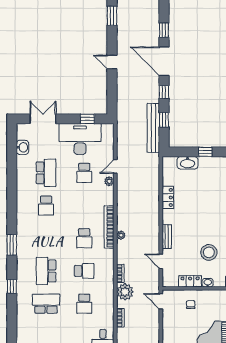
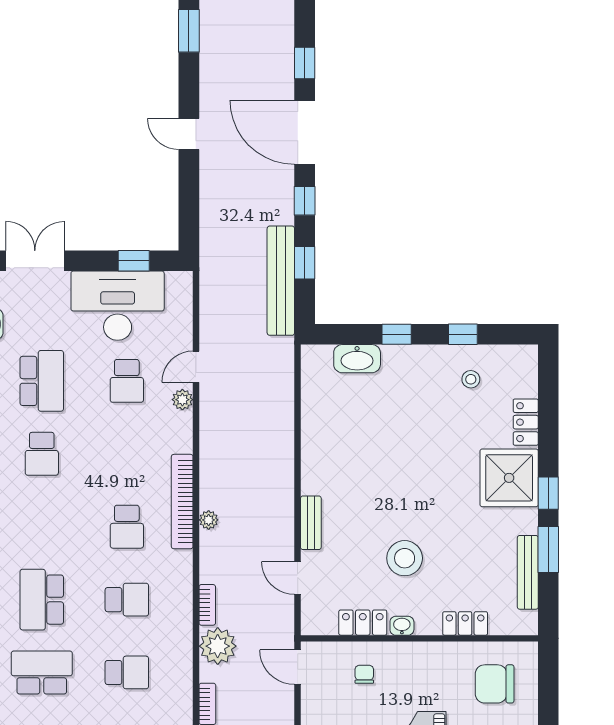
locker: (168, 197) -> (313, 436), removed
school desk: (84, 304) -> (127, 672), turned -90

